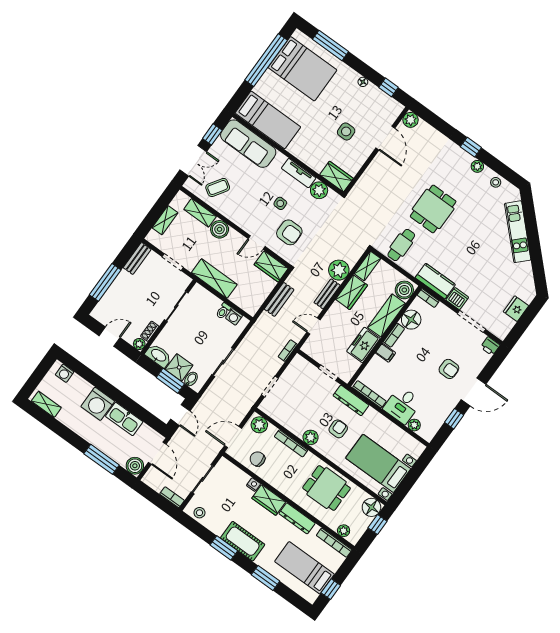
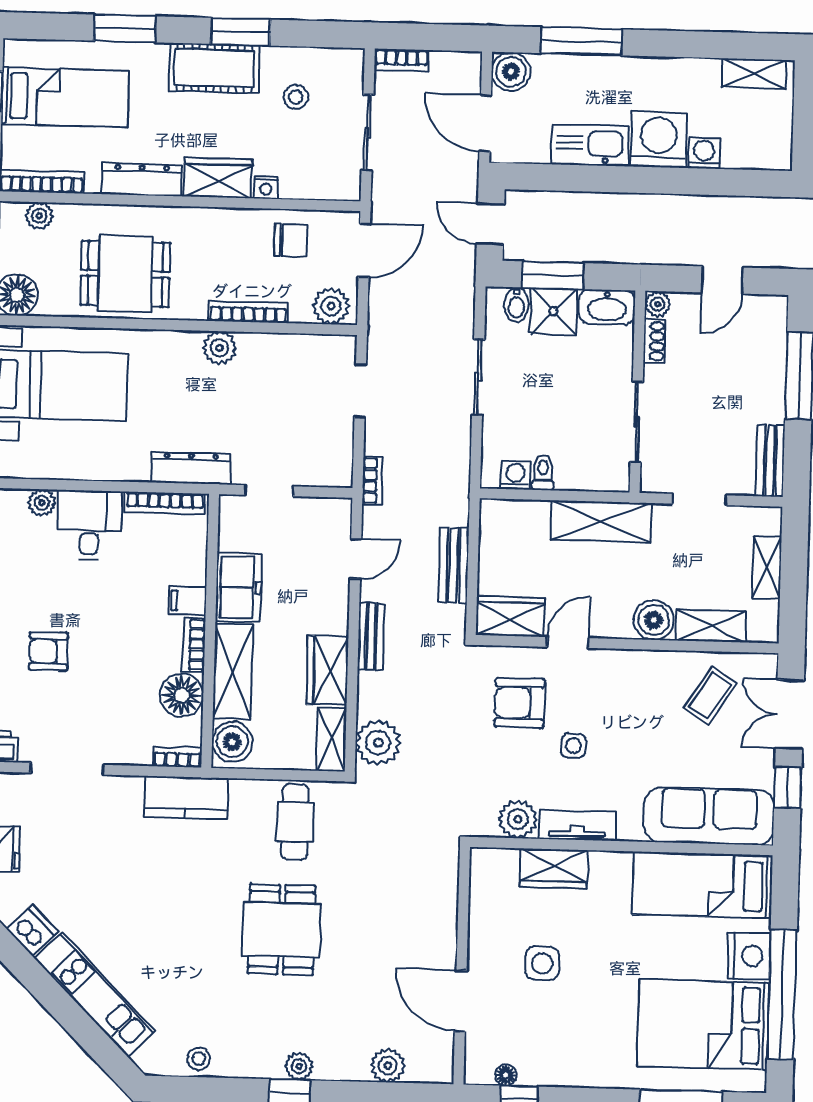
floor lamp: (363, 82) -> (506, 1075), moved
nightstand: (269, 83) -> (749, 956), added
plant: (411, 120) -> (388, 1065), moved
plant: (477, 166) -> (299, 1066), moved
wardrobe: (337, 177) -> (554, 869), moved
plant: (339, 270) -> (378, 743), moved
dishwasher: (457, 299) -> (32, 930), moved, turned -135
washing machine: (65, 373) -> (704, 153), moved
armchair: (338, 429) -> (179, 399), removed
stool: (199, 513) -> (296, 97), moved

